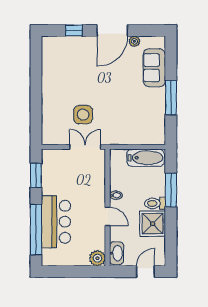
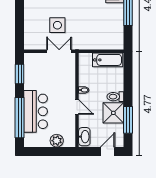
window: (171, 190) -> (128, 120), moved
plant: (97, 258) -> (57, 141), moved

